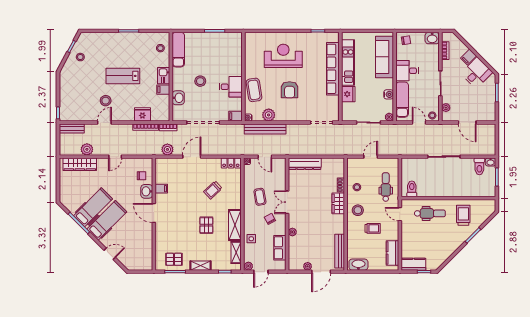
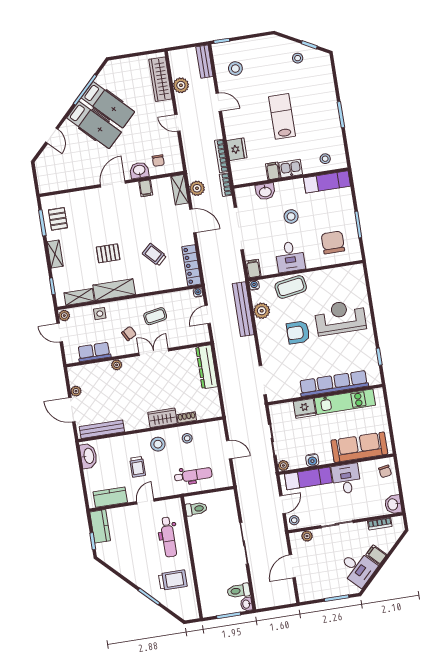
chair: (225, 52) -> (333, 242), added
reception desk: (283, 56) -> (340, 318), turned -90
stool: (106, 101) -> (235, 68), moved
shelving: (166, 163) -> (180, 190), added
locker: (231, 163) -> (192, 265), width x1.53
door: (400, 214) -> (145, 501), moved

